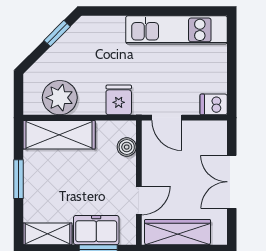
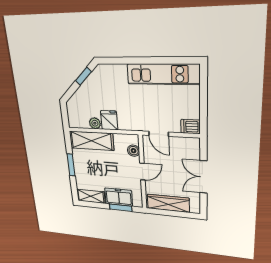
plant: (60, 98) -> (95, 123), width x0.53, depth x0.53
fridge: (119, 100) -> (109, 120), moved
door: (139, 200) -> (142, 172), moved

